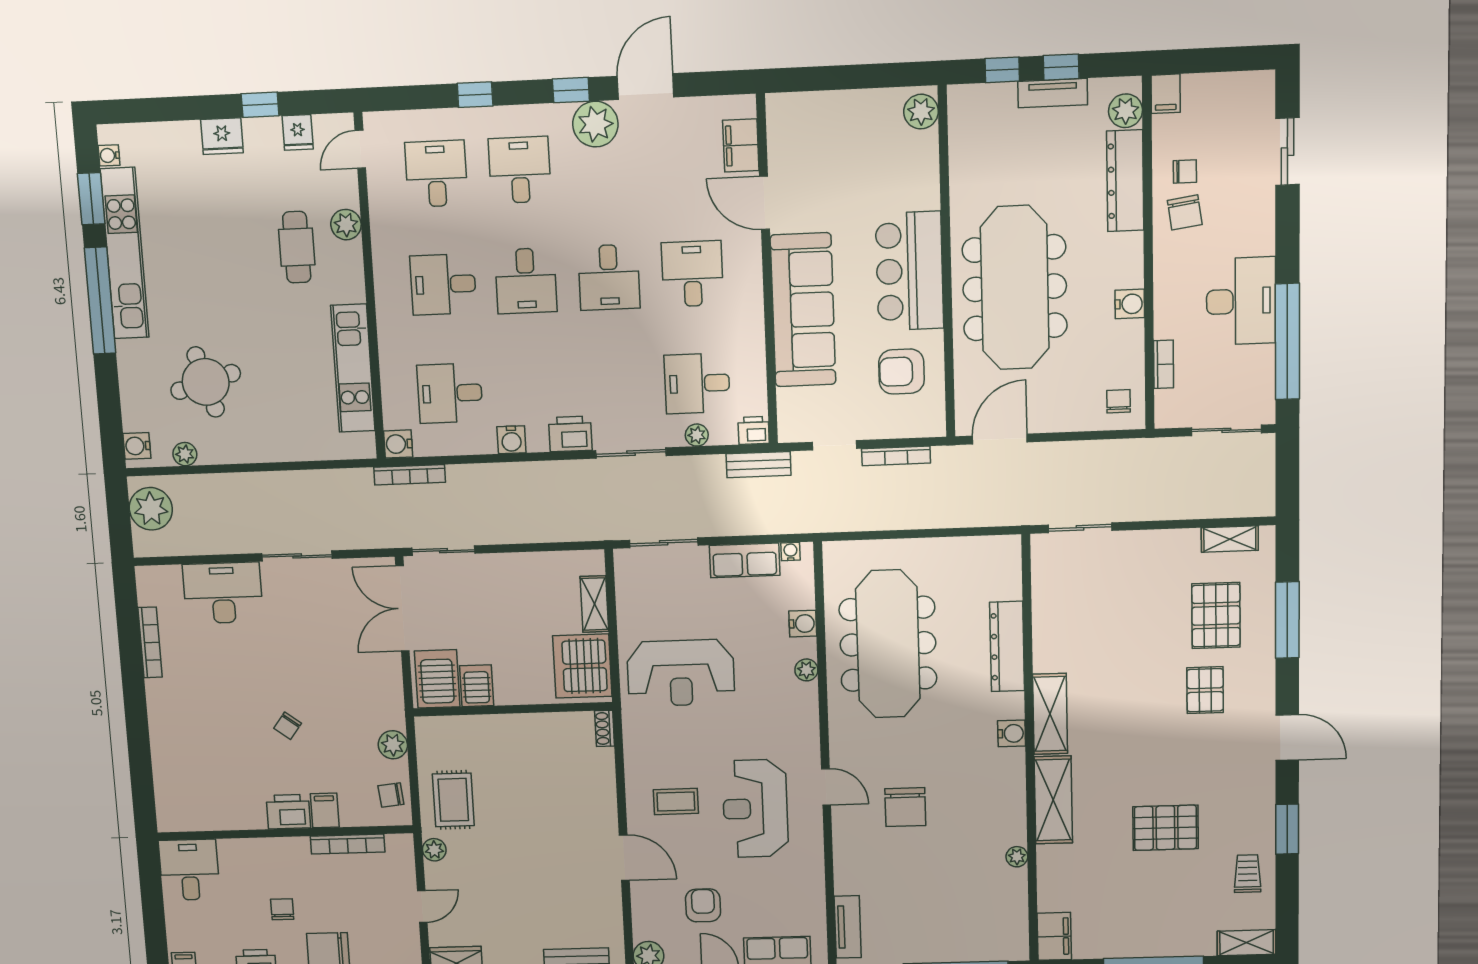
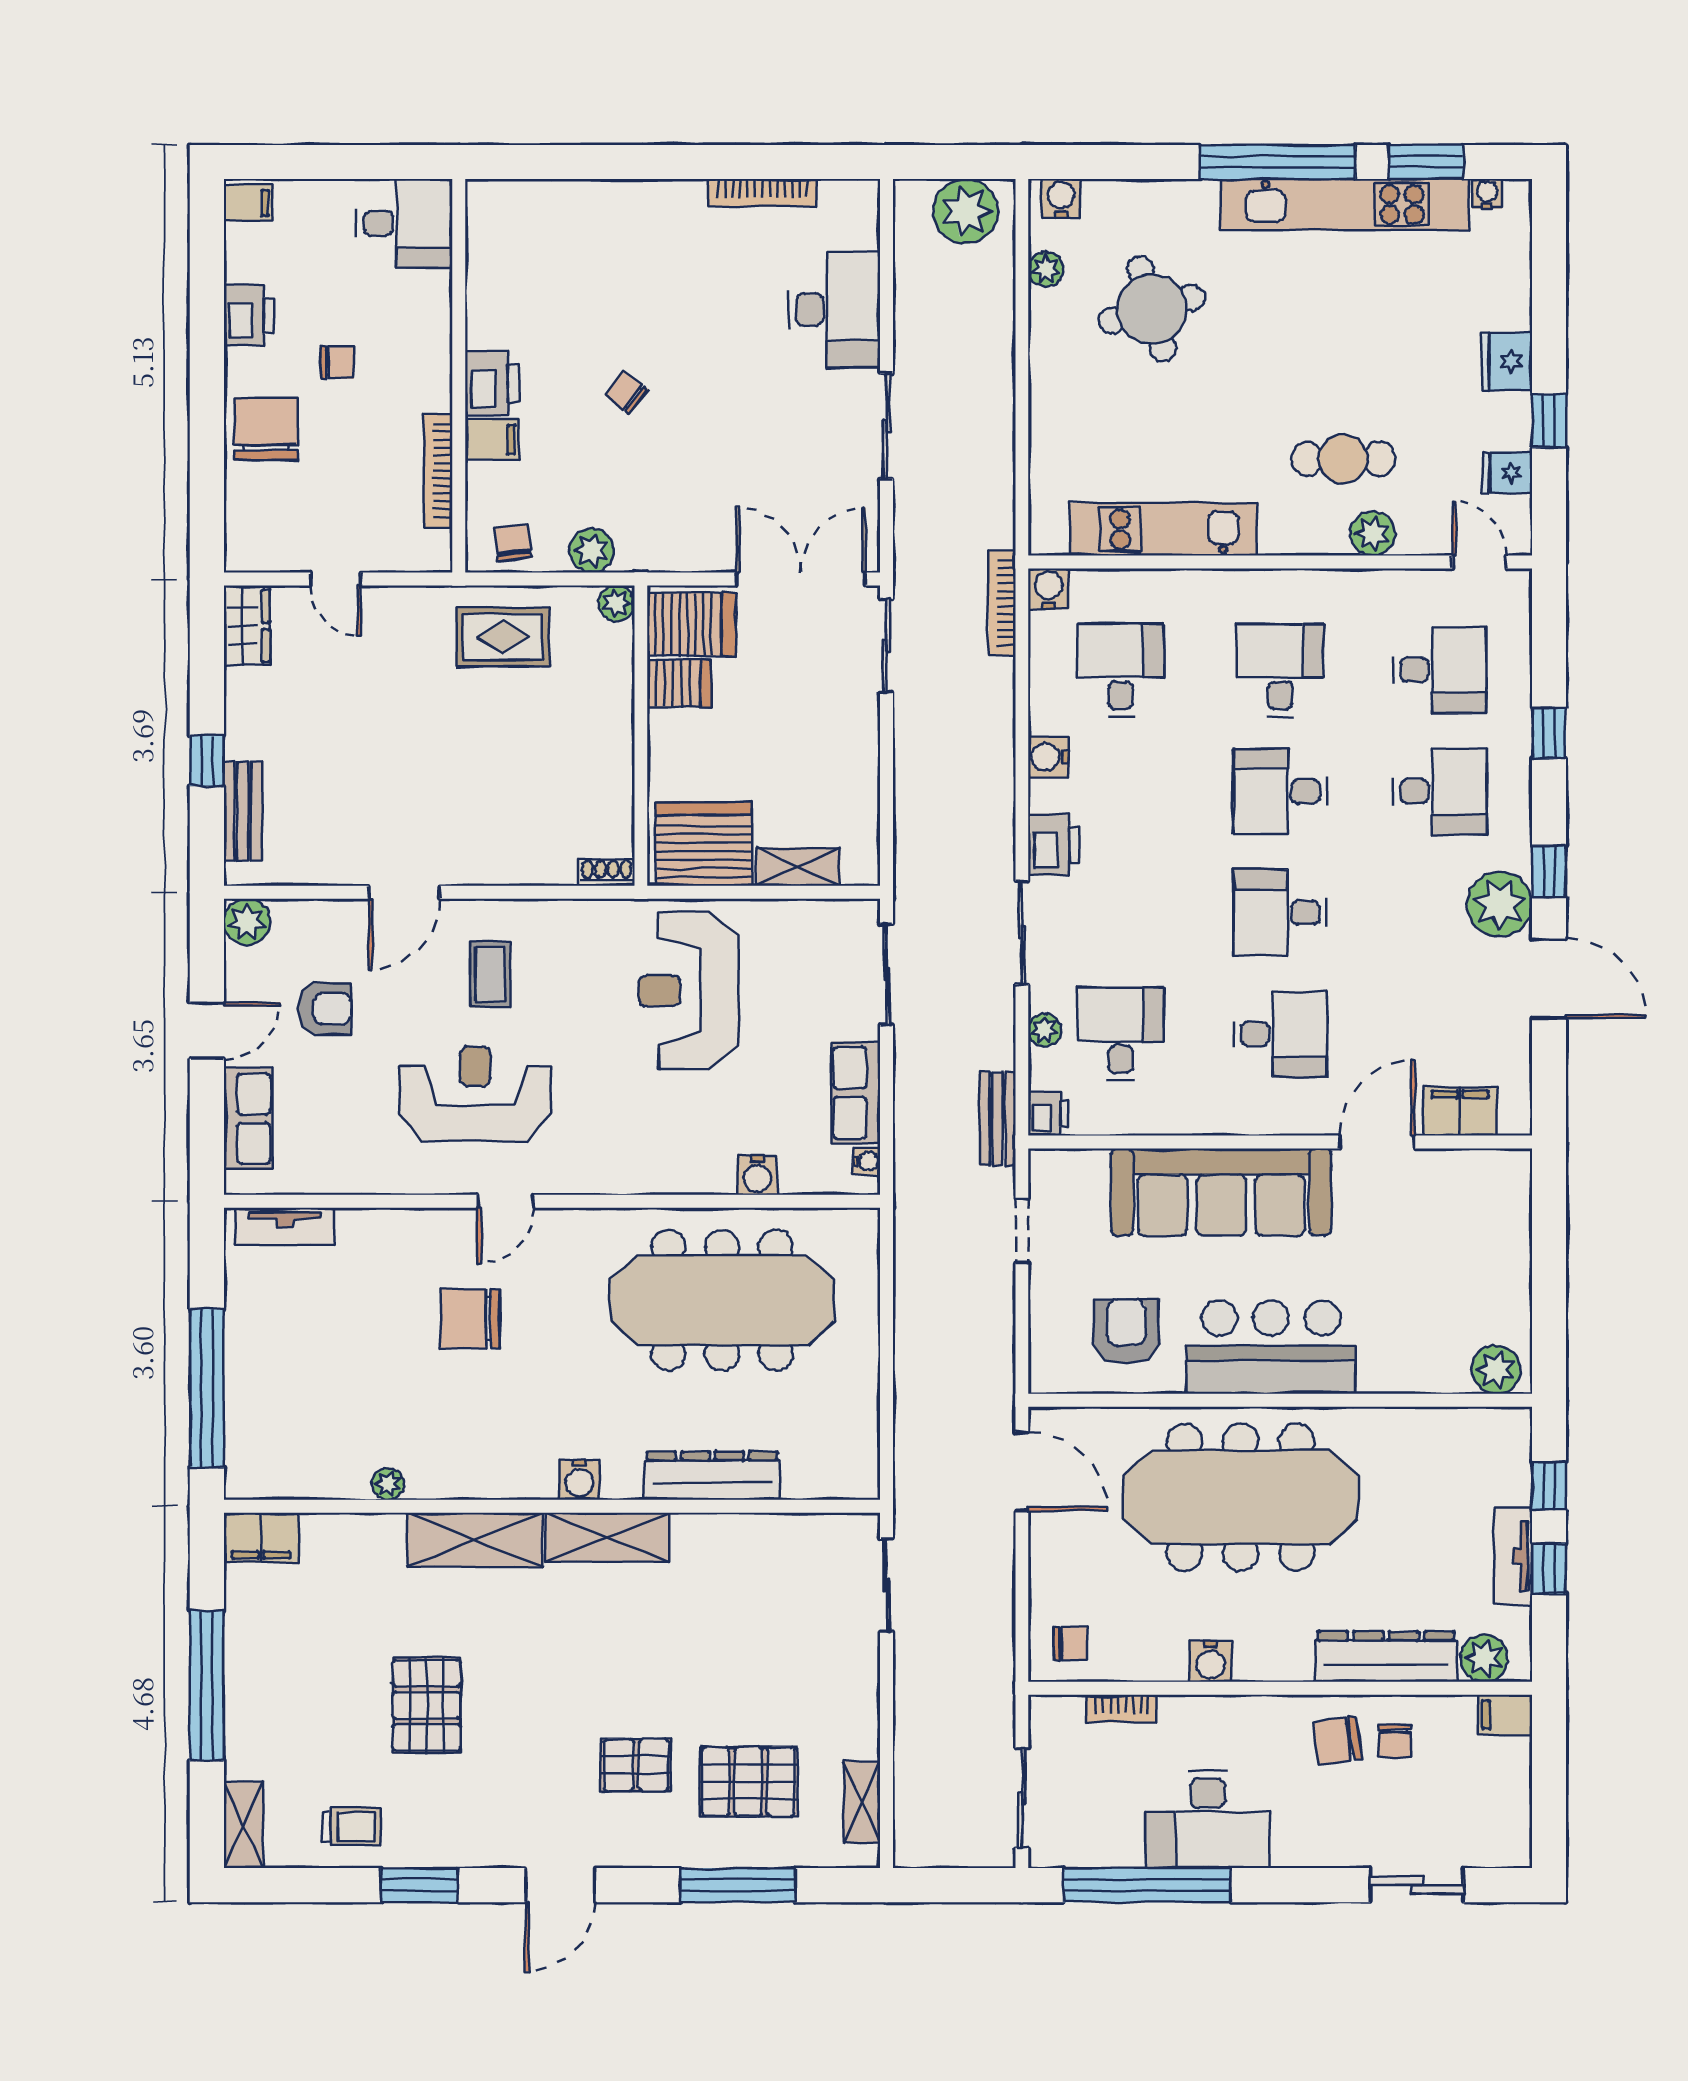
bookcase: (896, 456) -> (1003, 1320), removed
plant: (806, 670) -> (687, 1178), removed
plant: (434, 850) -> (617, 603), moved

